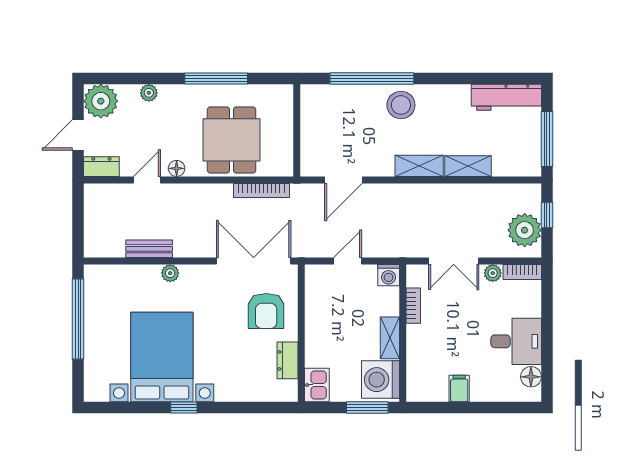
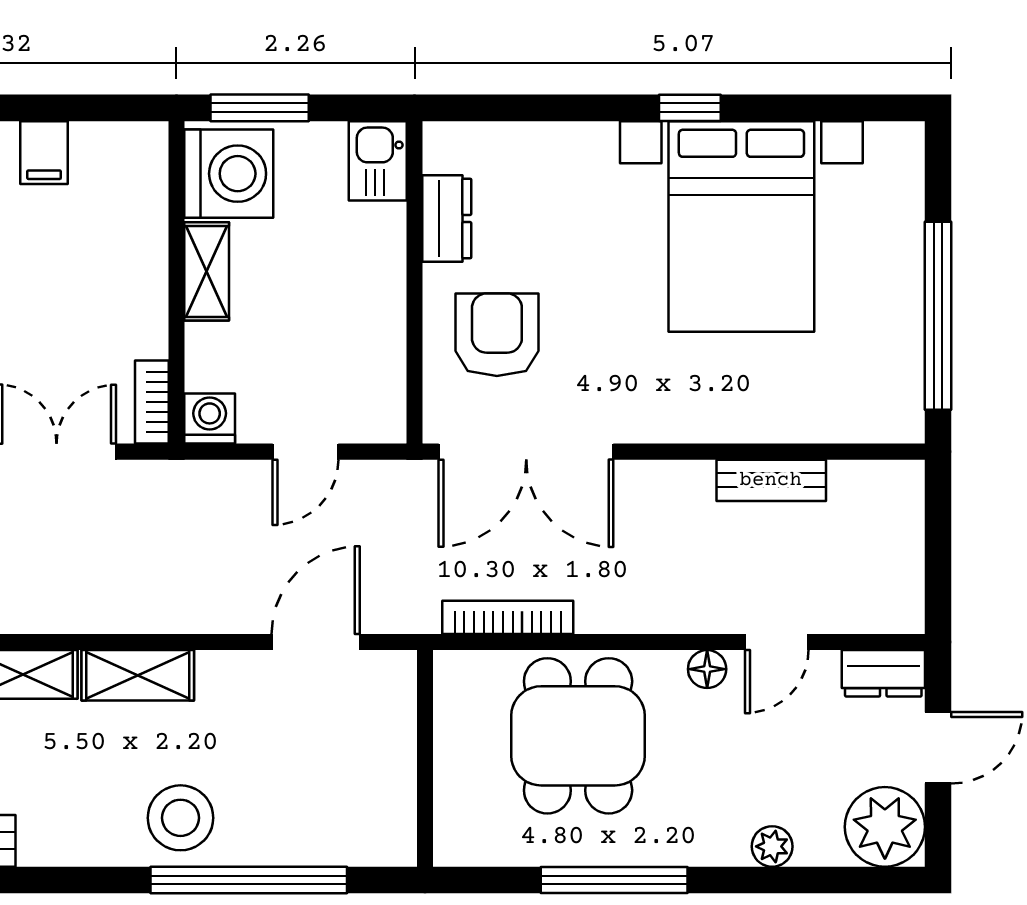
plant: (170, 273) -> (722, 423), removed
bookcase: (413, 306) -> (152, 402), moved

